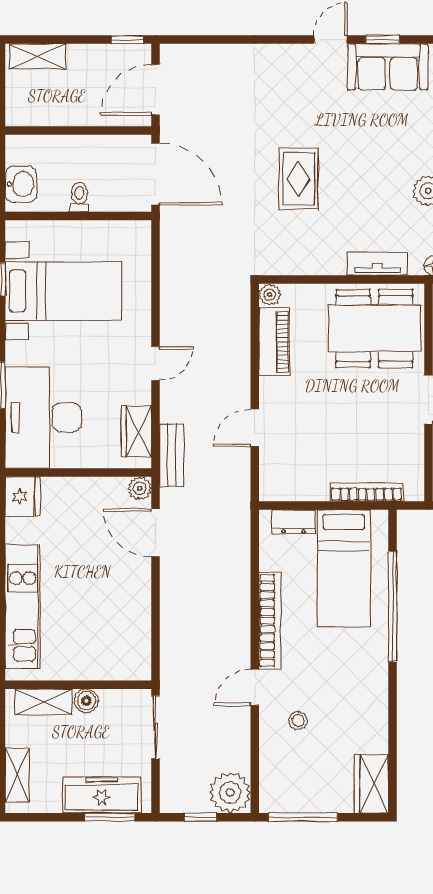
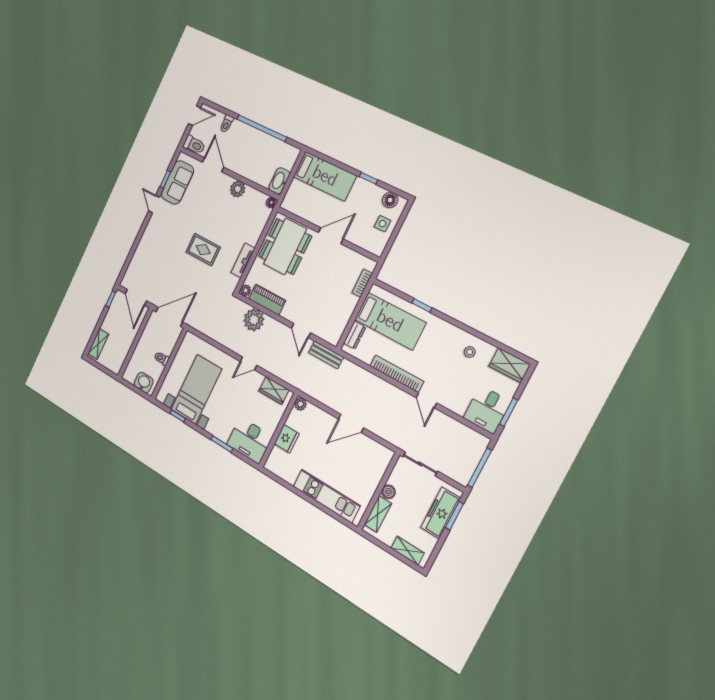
tv unit: (377, 264) -> (243, 260), moved
door: (155, 363) -> (249, 363), swing flipped
desk: (43, 417) -> (250, 440), width x0.73, depth x0.77
bench: (172, 455) -> (326, 355), moved
bookcase: (367, 492) -> (362, 283), width x0.64
fridge: (22, 497) -> (287, 439), moved, turned 90
door: (155, 533) -> (351, 423), moved
window: (393, 606) -> (422, 305), width x0.32
stool: (298, 721) -> (470, 352), moved
desk: (290, 784) -> (487, 410), added
plant: (230, 793) -> (254, 320), moved
window: (200, 817) -> (480, 468), width x2.17
window: (303, 817) -> (509, 412), width x0.69

